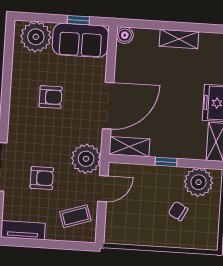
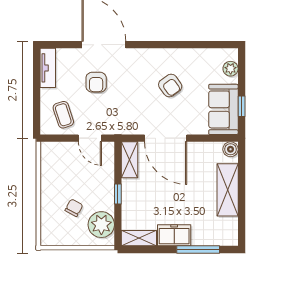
plant: (36, 37) -> (231, 69), width x0.53, depth x0.53
shelving: (179, 39) -> (228, 190), width x1.50, depth x1.33
armchair: (51, 97) -> (170, 85), turned -36
plant: (86, 159) -> (116, 121), removed

